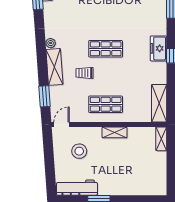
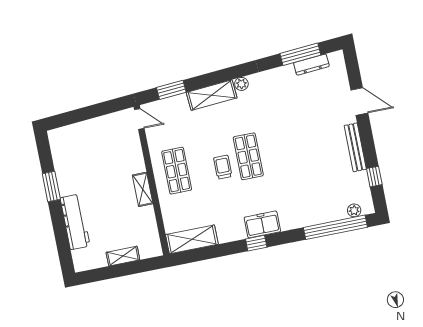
trolley: (84, 73) -> (223, 167), moved
shelving: (161, 139) -> (123, 256), moved
stool: (79, 151) -> (109, 149), removed
workbench: (77, 188) -> (75, 222), moved

